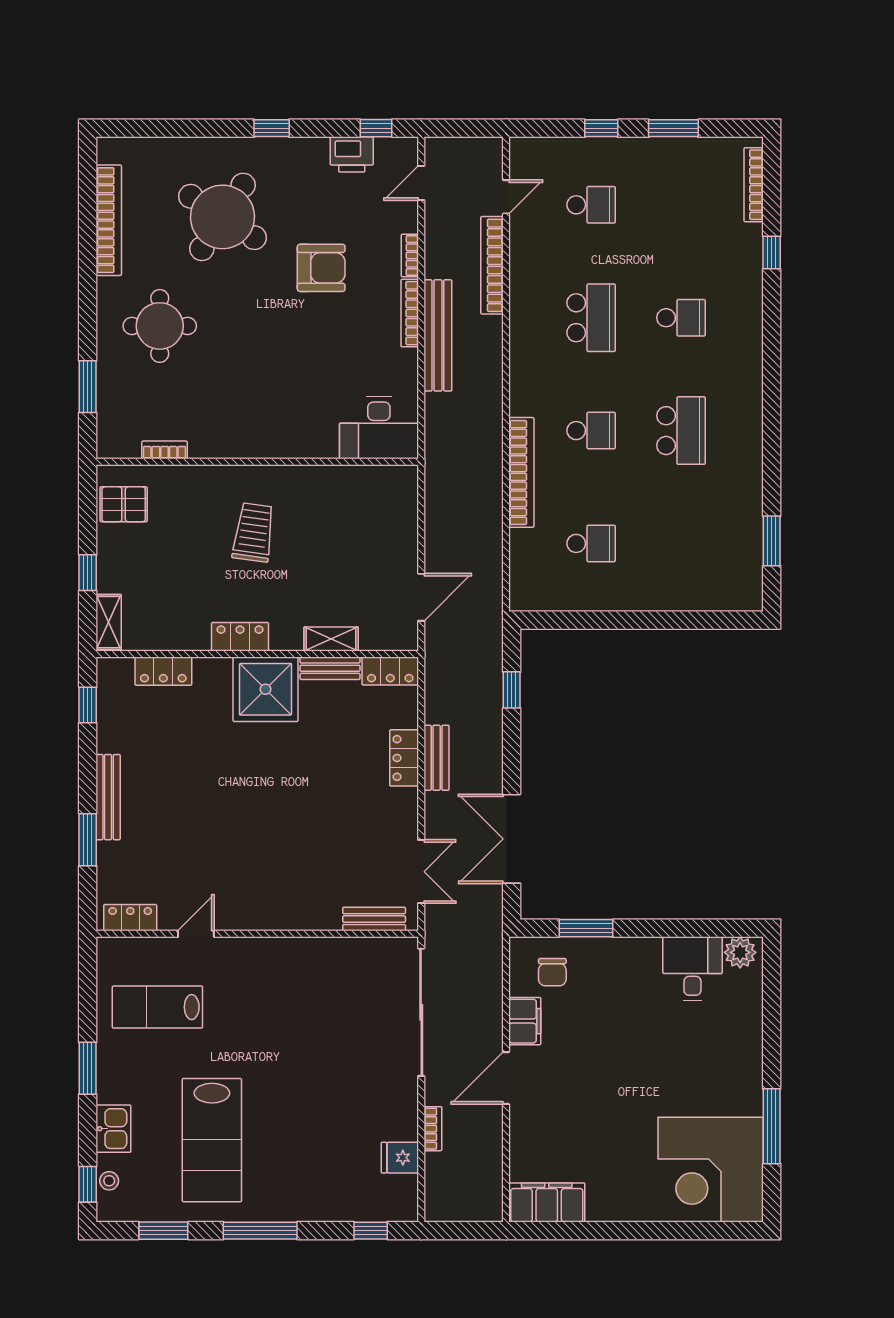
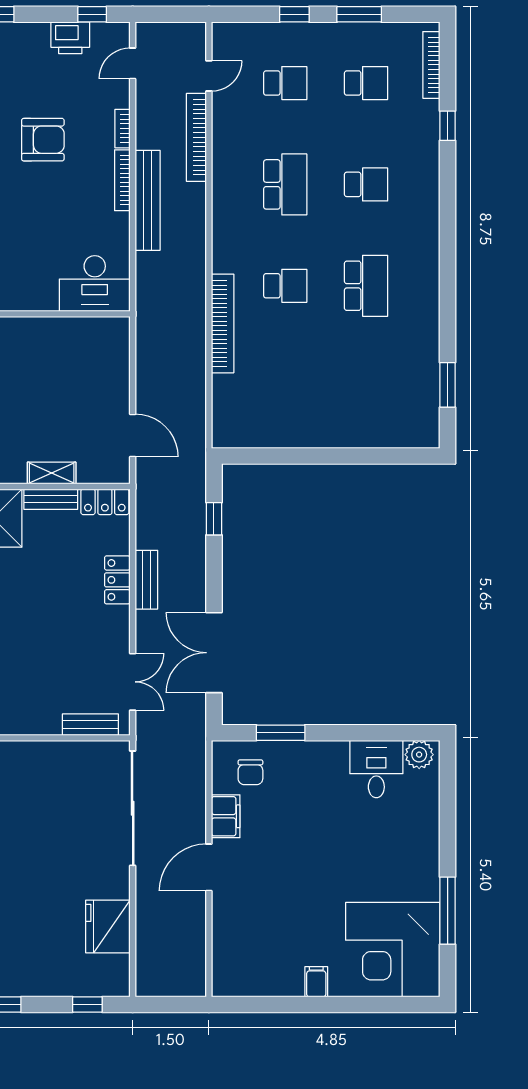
school desk: (591, 543) -> (366, 83), moved
door: (421, 597) -> (133, 435), hinge flipped
bookcase: (433, 1129) -> (143, 913), removed
fridge: (400, 1158) -> (108, 927), width x1.88, depth x1.34
filing cabinet: (547, 1202) -> (316, 982), moved, width x0.33, depth x0.86

